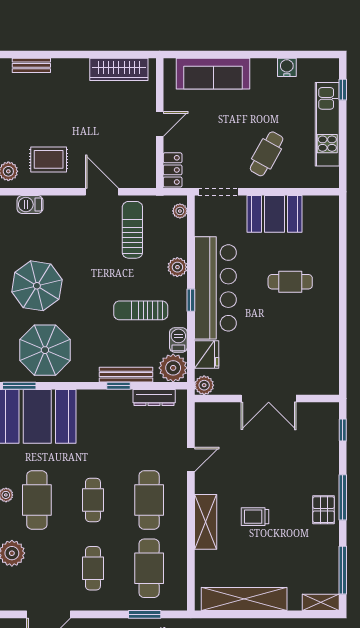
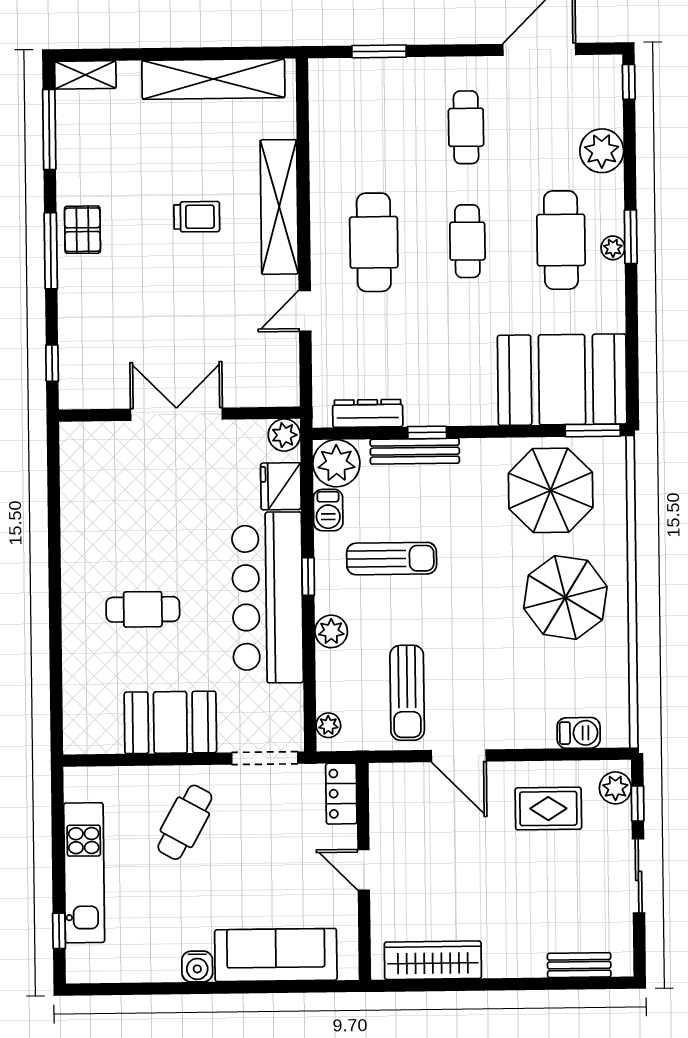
water cooler: (287, 67) -> (197, 966), moved
door: (160, 124) -> (364, 870), hinge flipped
shelving: (206, 522) -> (279, 207), width x1.47
cafe table: (149, 568) -> (372, 128), removed

